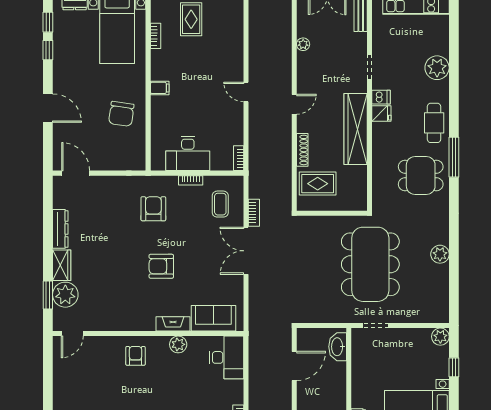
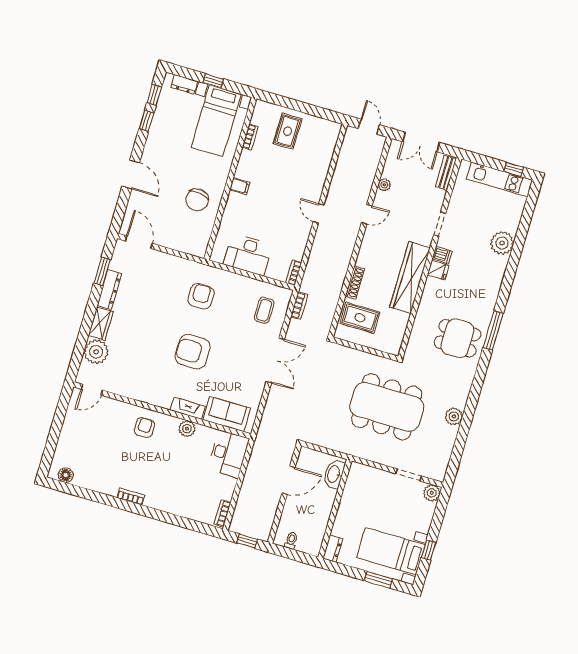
door: (294, 104) -> (367, 214), moved
cafe table: (434, 123) -> (484, 293), removed
bookcase: (191, 180) -> (243, 280), removed
bookcase: (254, 213) -> (299, 306), moved
double door: (246, 251) -> (275, 360), swing flipped
dining table: (370, 264) -> (387, 407), turned 90
armchair: (161, 266) -> (193, 352), width x1.36, depth x1.36
window: (48, 295) -> (102, 271), moved
doorway: (375, 326) -> (409, 475), moved
window: (454, 367) -> (428, 550), moved

